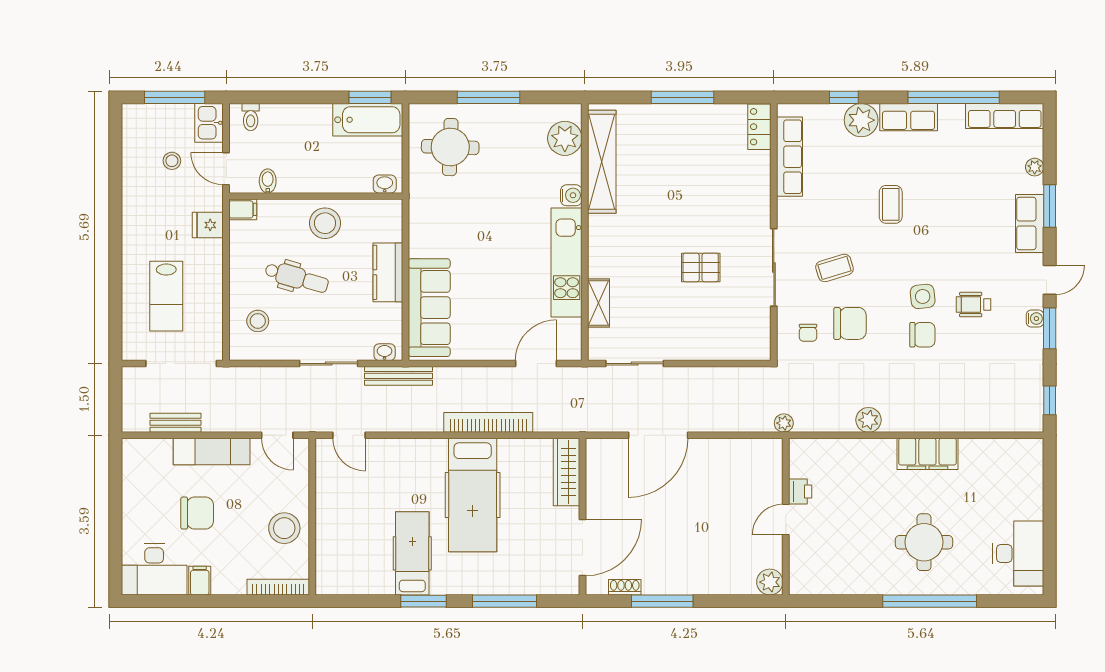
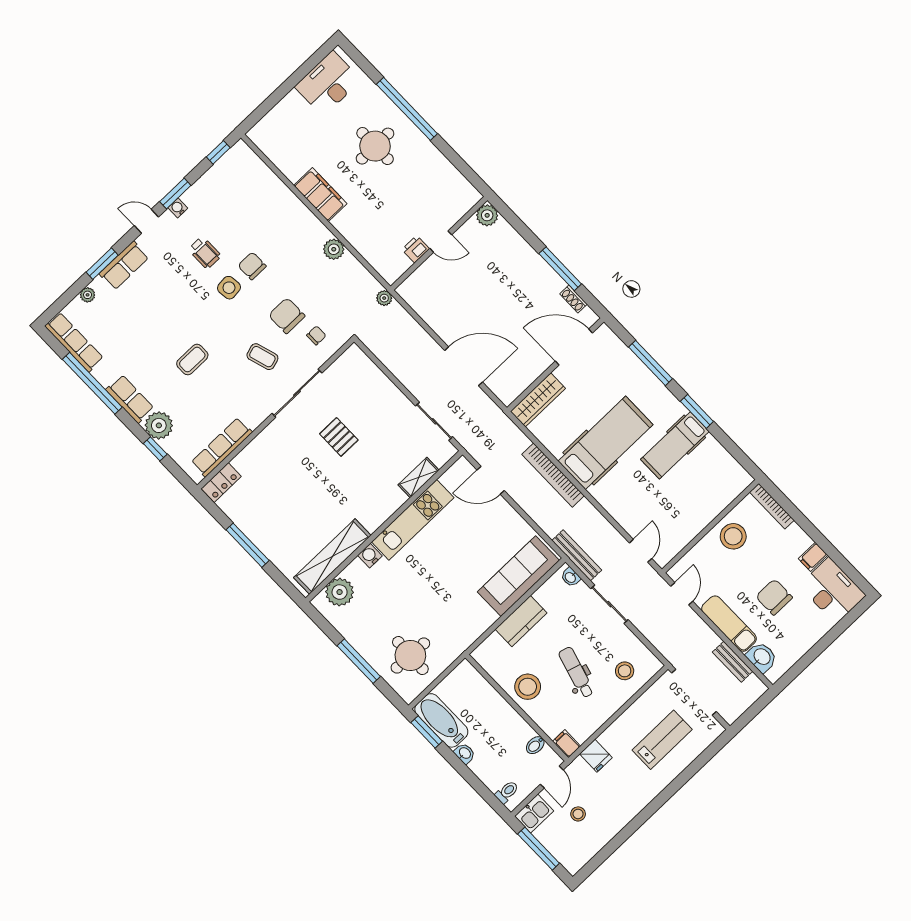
washbasin: (385, 184) -> (465, 753), moved, turned 180
washbasin: (155, 452) -> (762, 657), added

